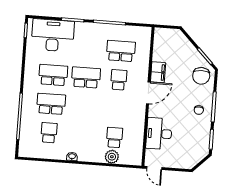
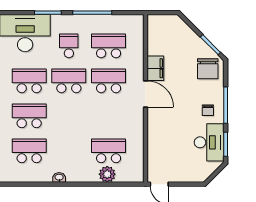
school desk: (88, 49) -> (69, 46), added
school desk: (119, 80) -> (109, 81), width x1.85
door: (148, 93) -> (145, 94), hinge flipped
school desk: (49, 133) -> (29, 151), width x1.85
desk: (159, 134) -> (209, 142), moved, turned 180
school desk: (114, 137) -> (109, 151), width x1.85

